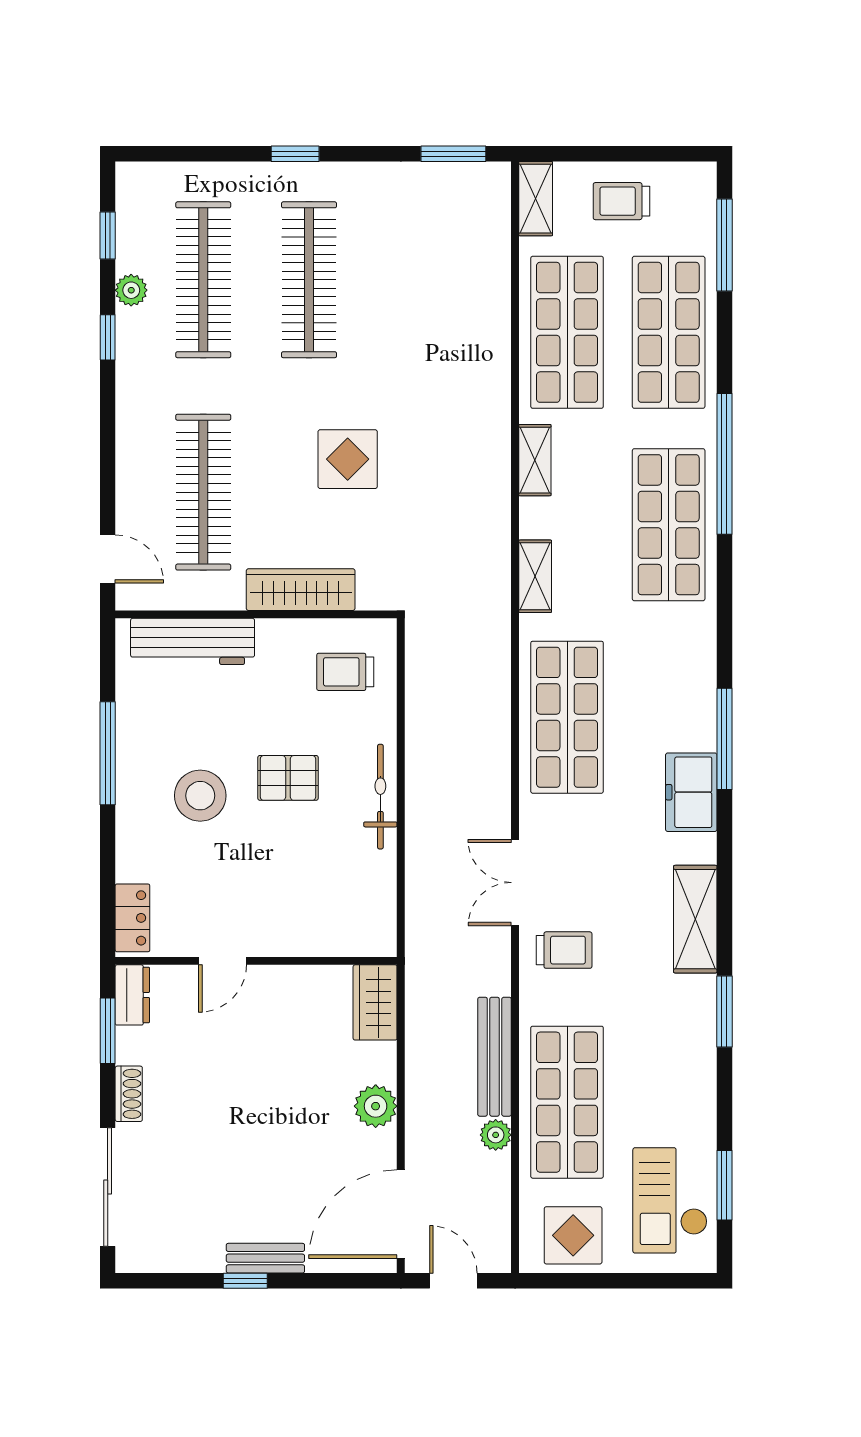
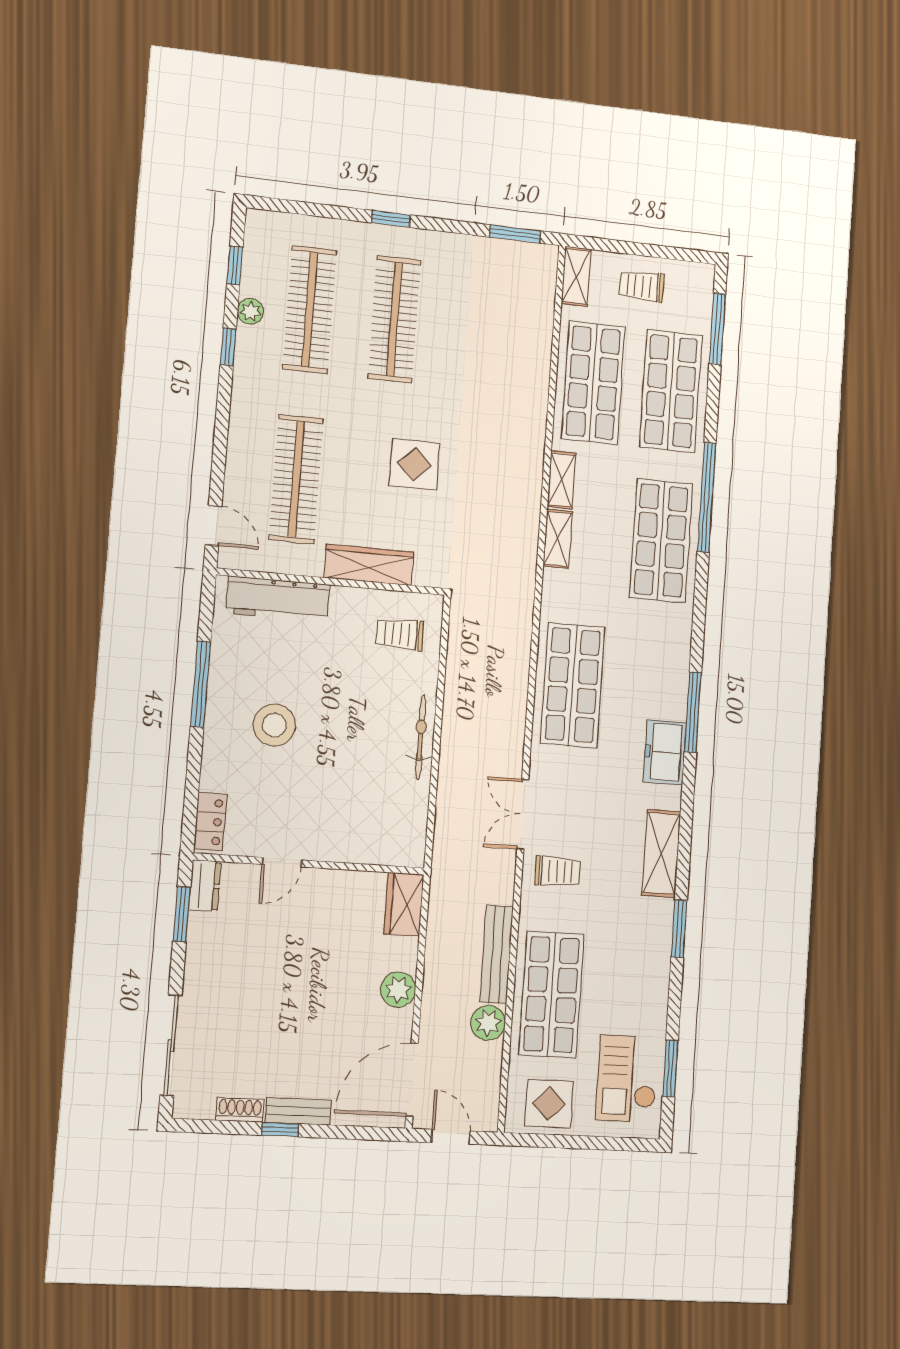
shelving: (535, 576) -> (558, 539), moved
pallet: (288, 778) -> (347, 716), removed
shoe rack: (129, 1094) -> (240, 1110), moved, turned -90
plant: (496, 1135) -> (488, 1023), width x1.38, depth x1.38

